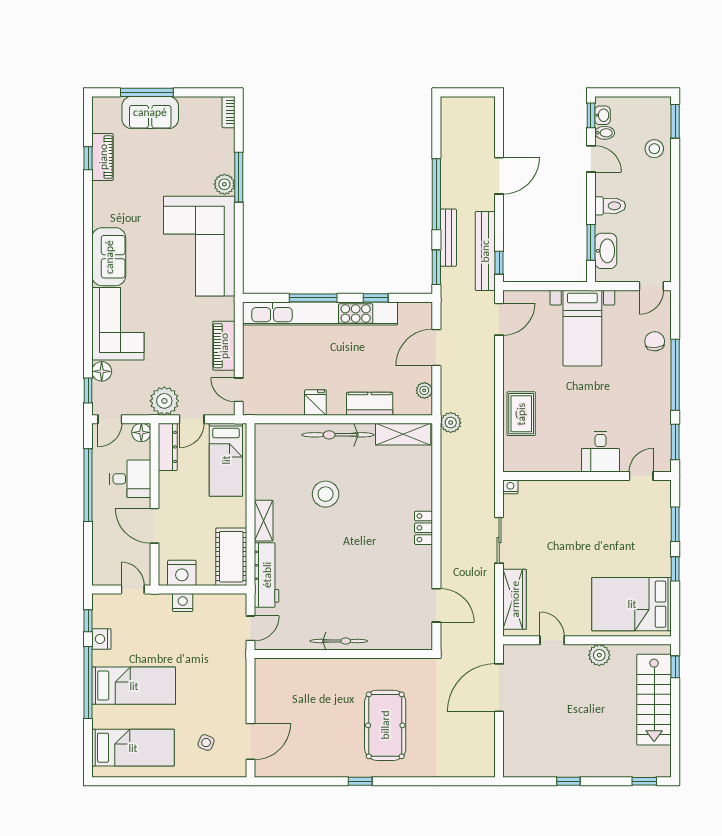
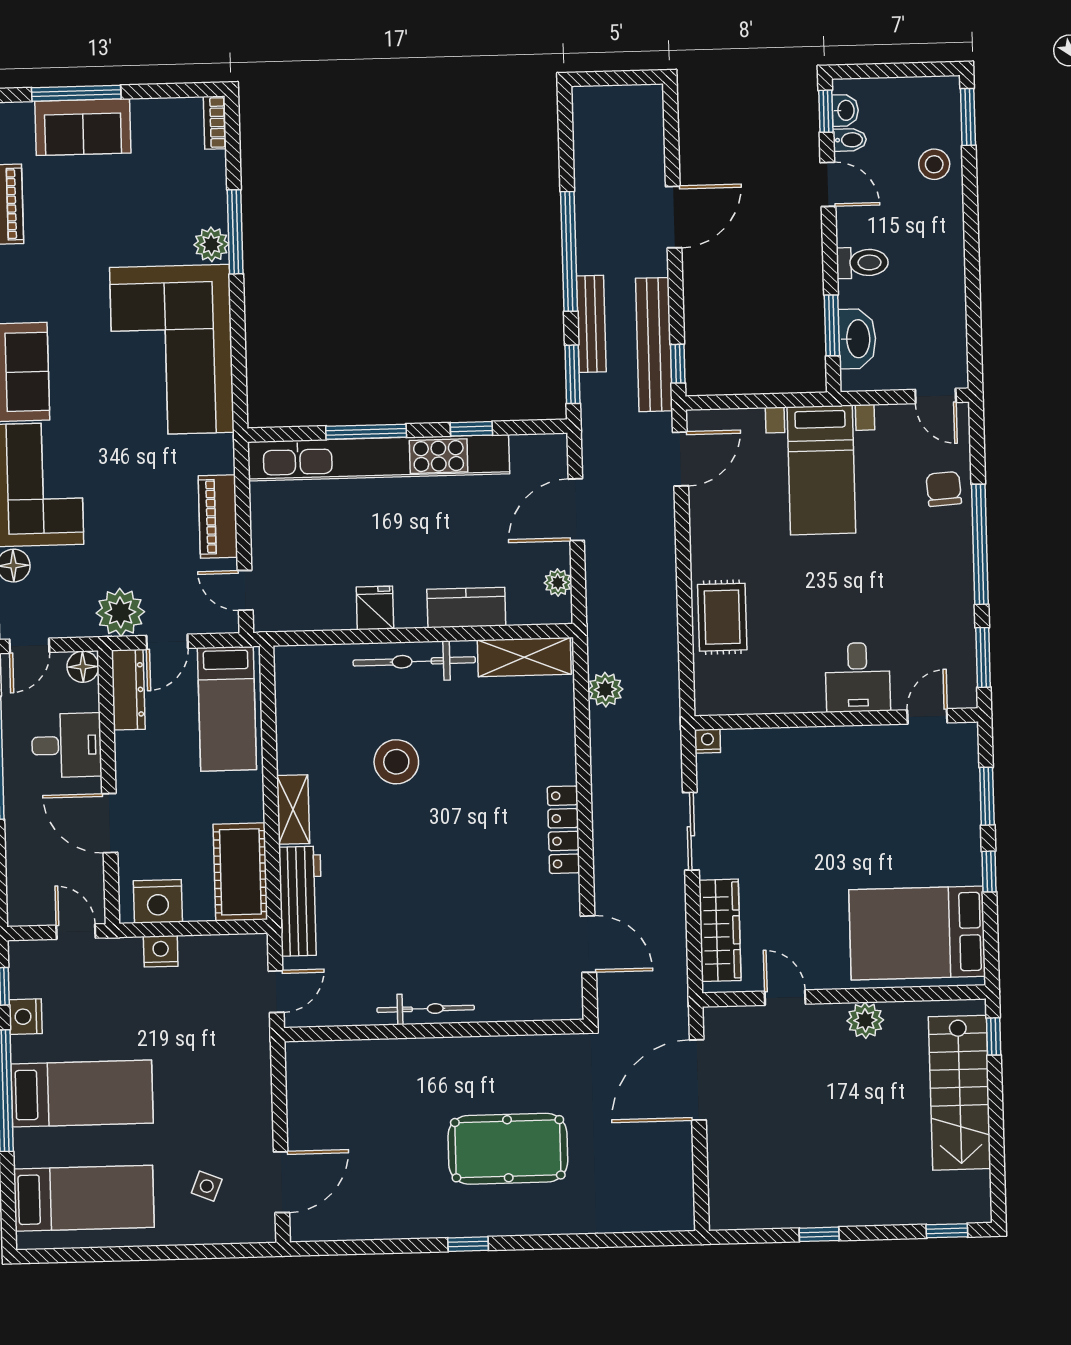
door: (651, 286) -> (936, 396), hinge flipped
plant: (451, 423) -> (605, 690), moved
locker: (424, 528) -> (564, 830), width x1.53
pool table: (385, 725) -> (508, 1149), turned 90

